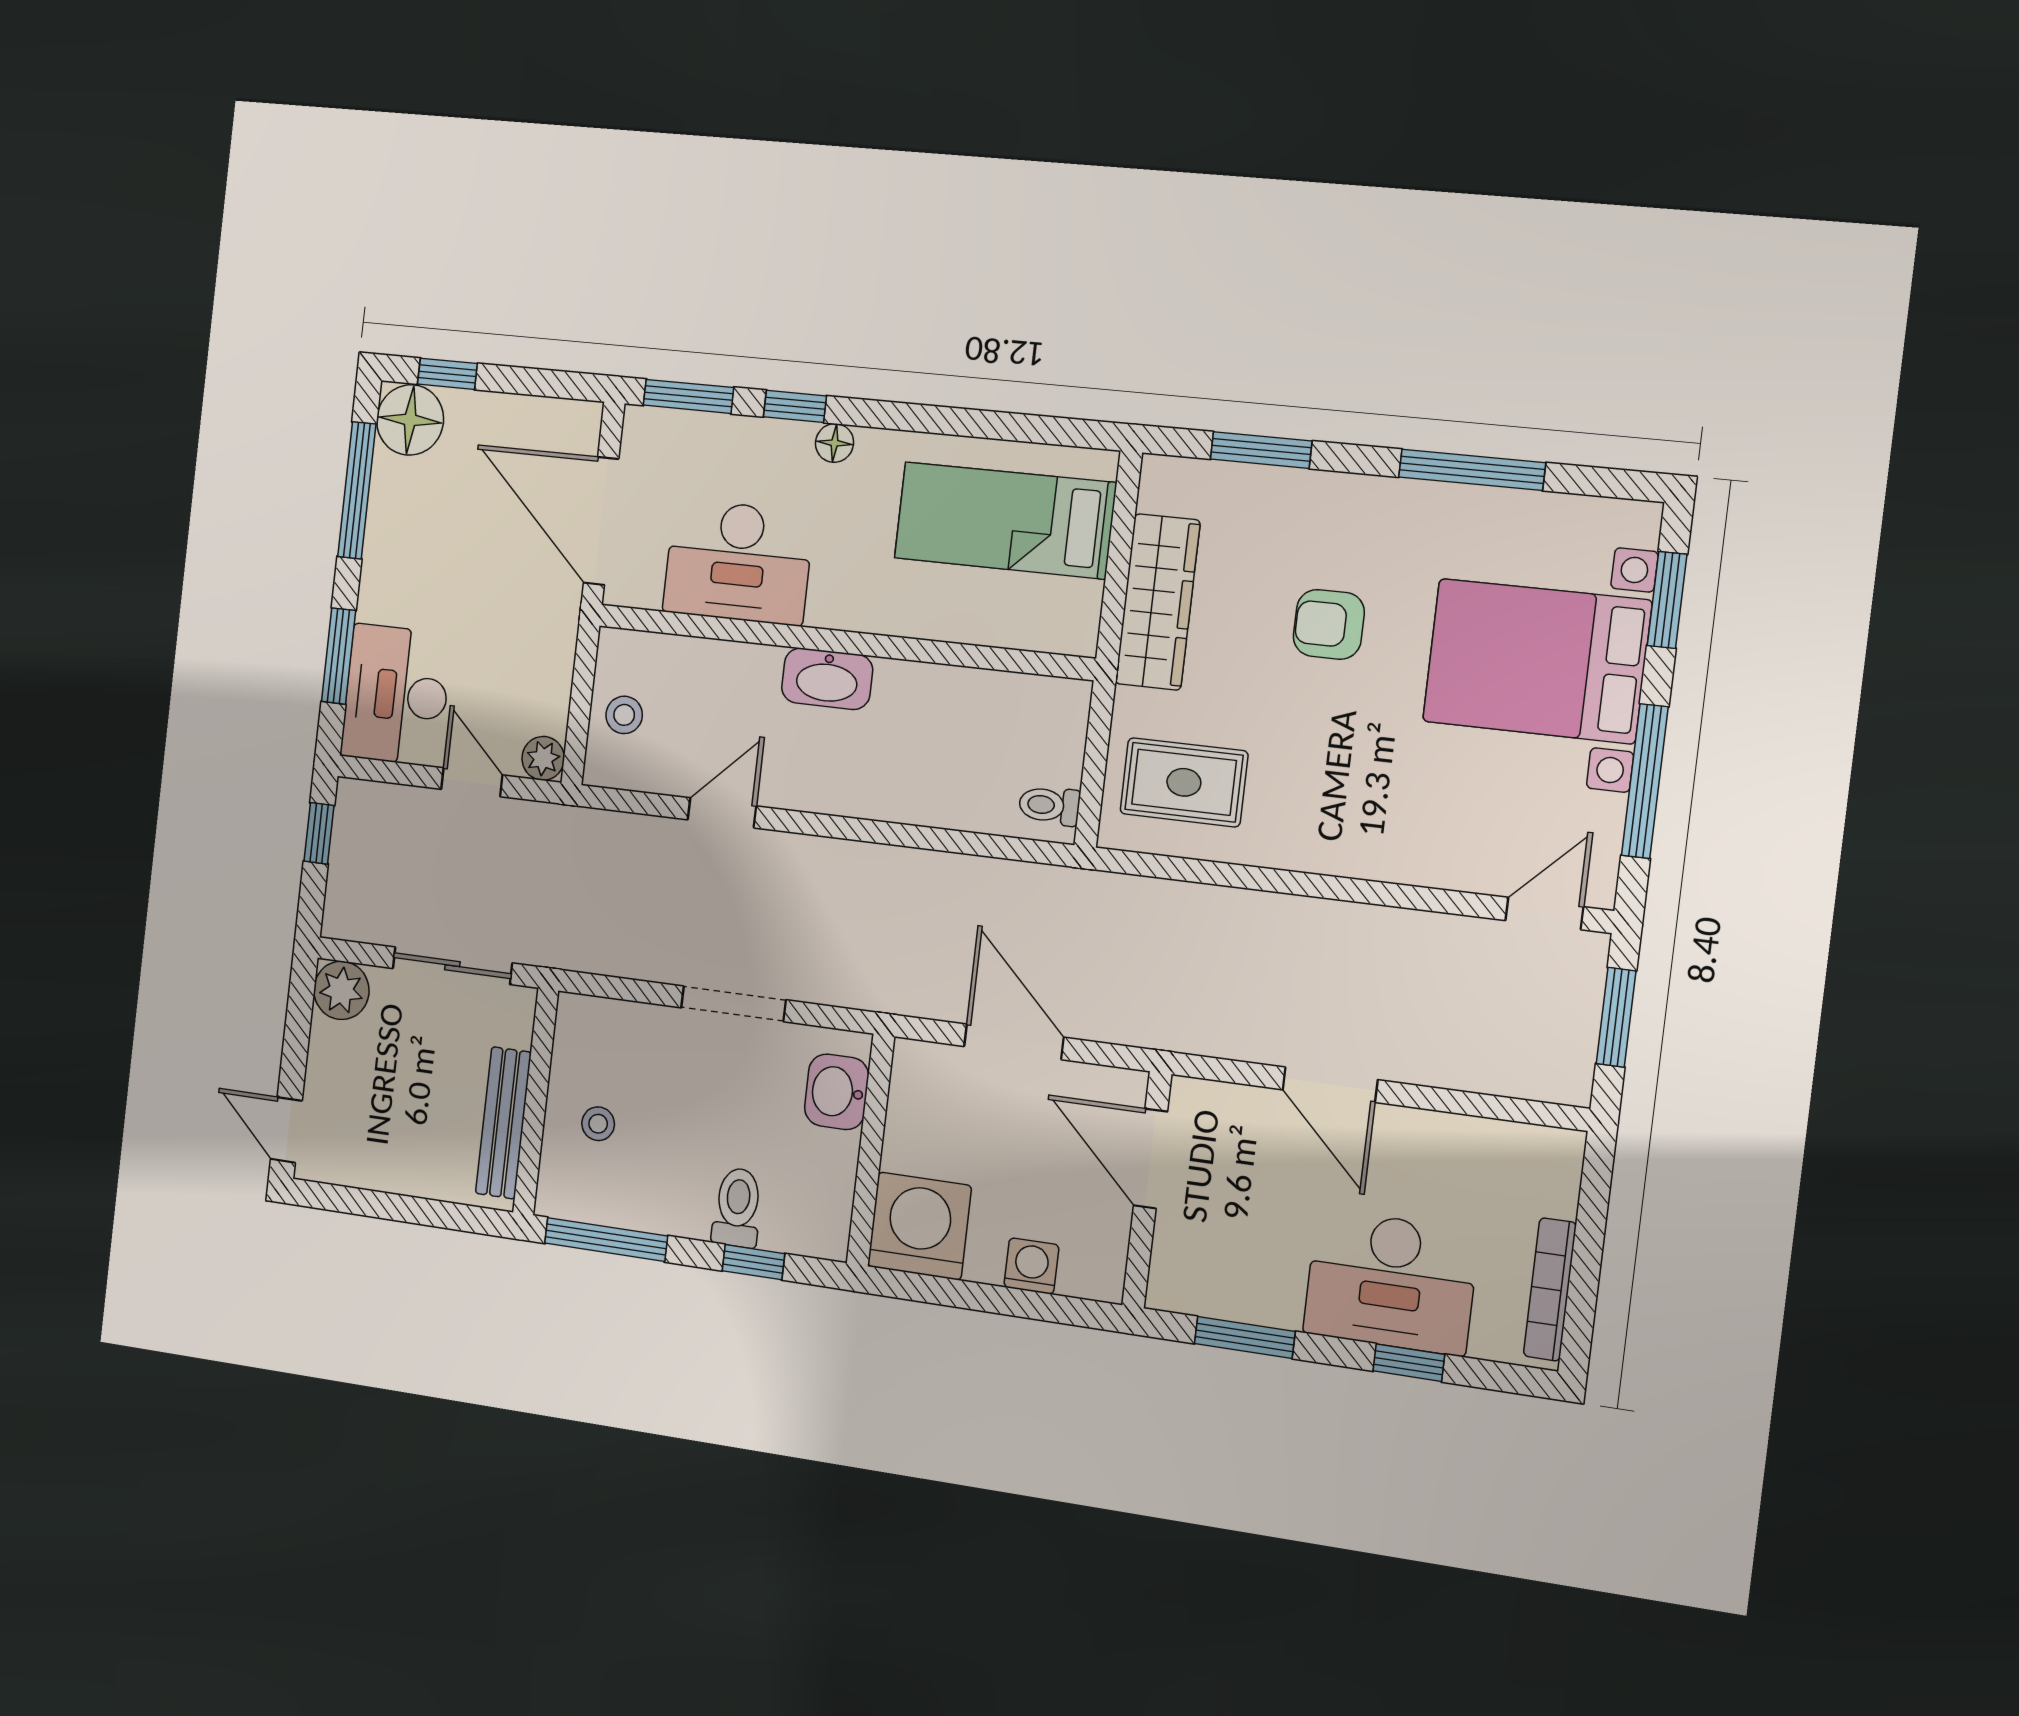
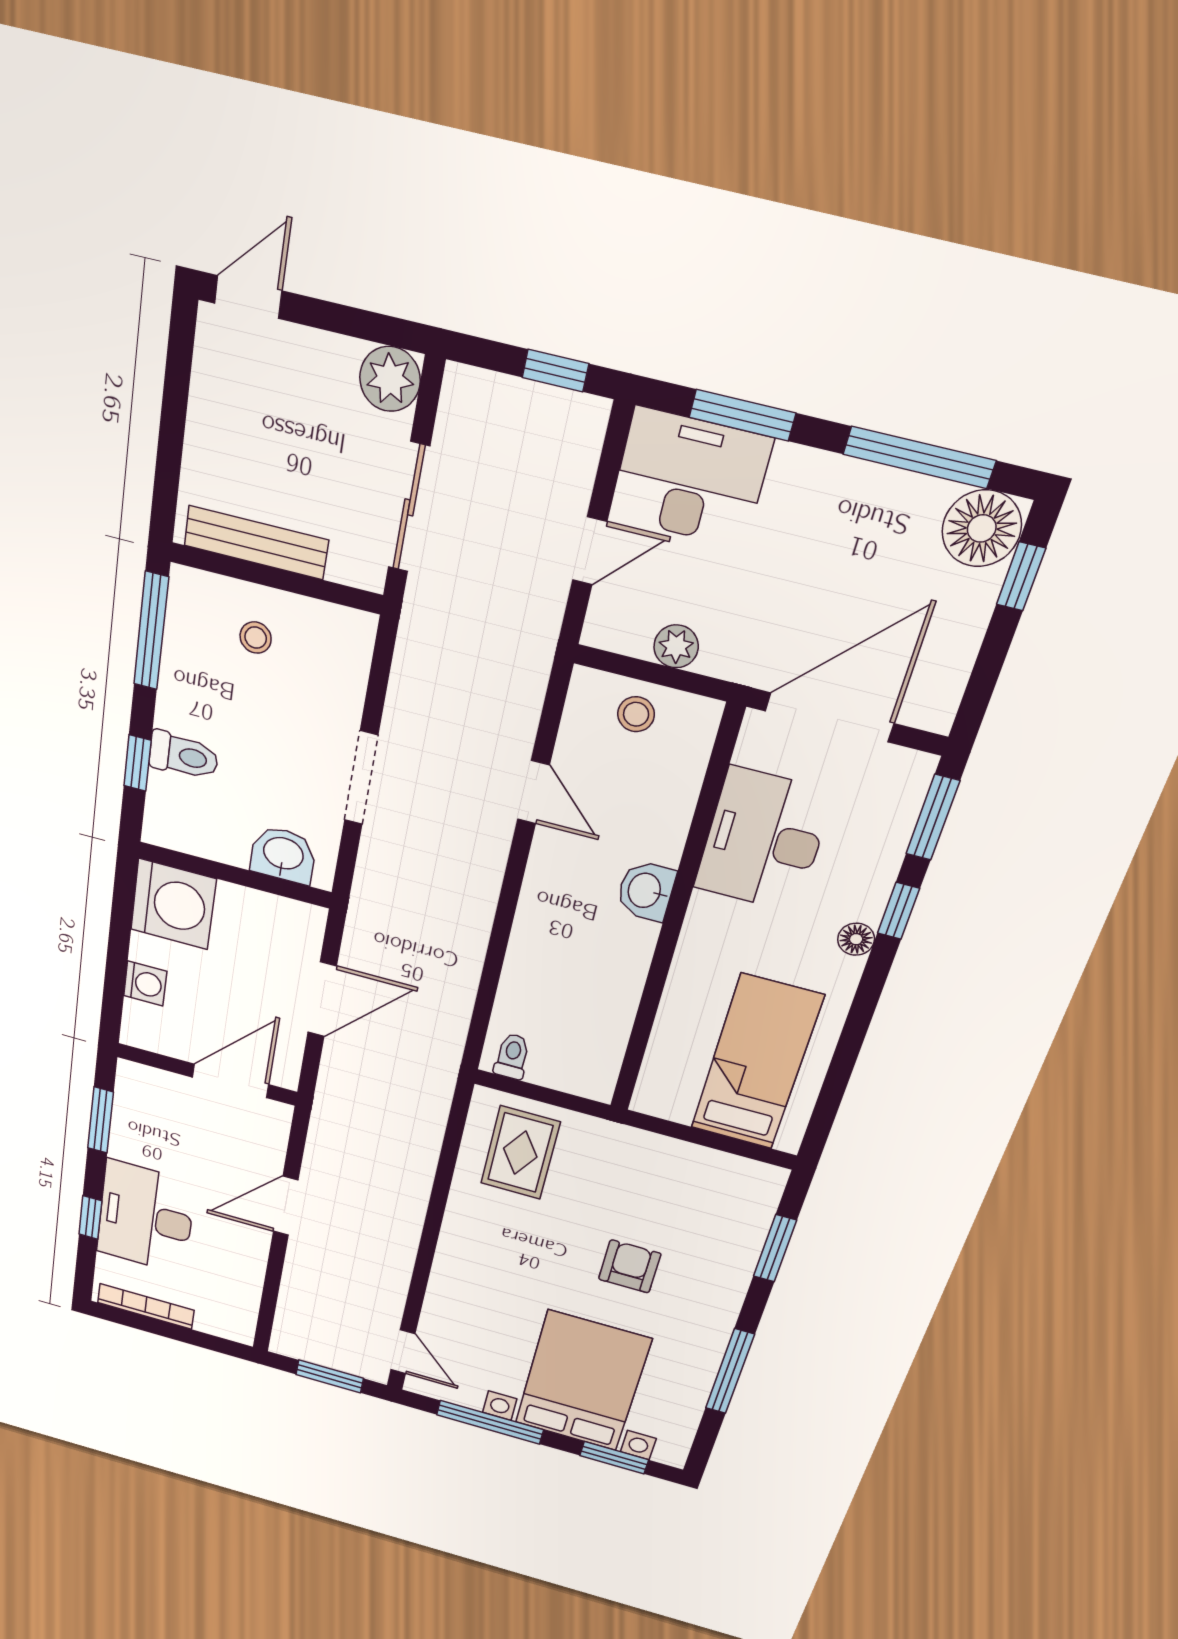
wardrobe: (1158, 602) -> (667, 1160), removed
washbasin: (827, 679) -> (646, 891), width x0.72
plant: (543, 758) -> (676, 646), moved

